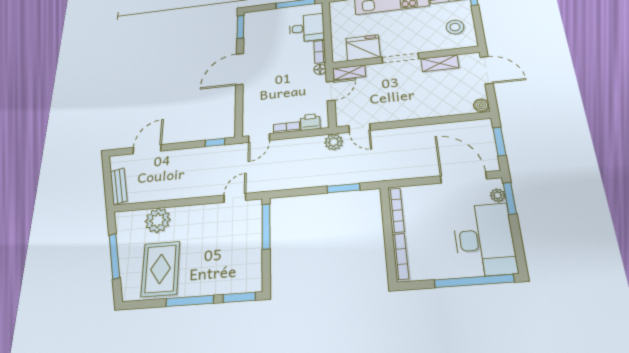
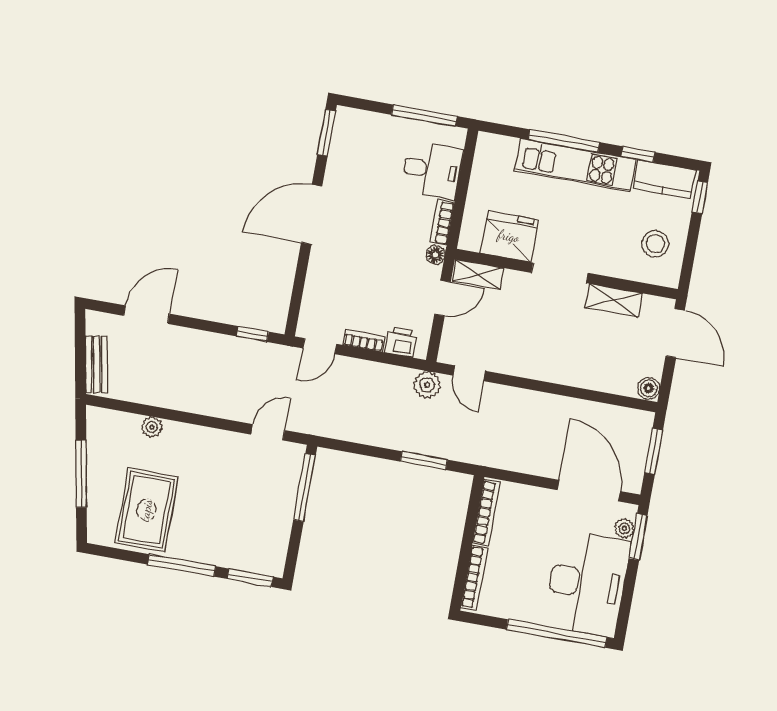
plant: (158, 220) -> (152, 427), width x0.53, depth x0.53

